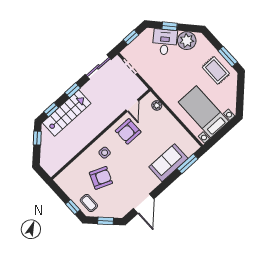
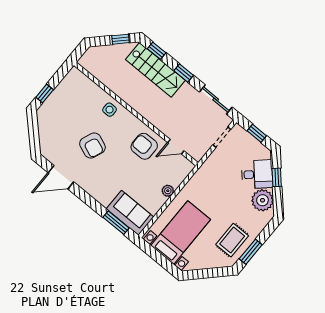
plant: (157, 105) -> (168, 191), moved
side table: (105, 153) -> (110, 110), moved
sofa: (168, 163) -> (130, 213), moved
armchair: (101, 178) -> (92, 146), moved
coffee table: (89, 203) -> (52, 112), removed
window: (106, 221) -> (34, 135), removed

